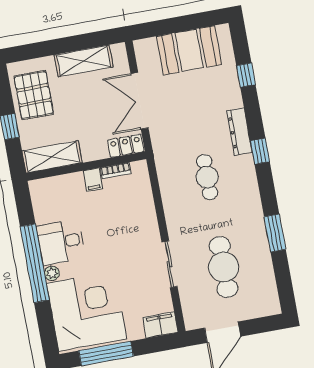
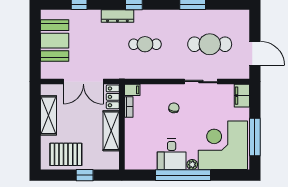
shelving: (52, 157) -> (111, 131), moved
filing cabinet: (93, 180) -> (132, 90), moved
chair: (126, 233) -> (174, 108), added

